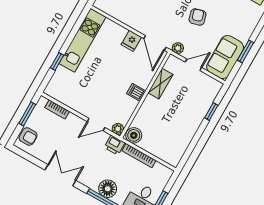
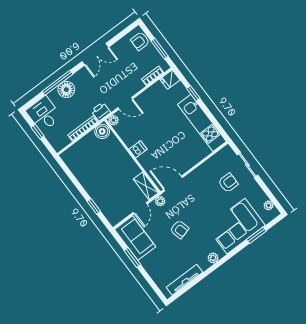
fridge: (131, 41) -> (170, 79), moved, turned -90
shelving: (160, 84) -> (146, 186), moved
door: (96, 125) -> (125, 103), swing flipped

